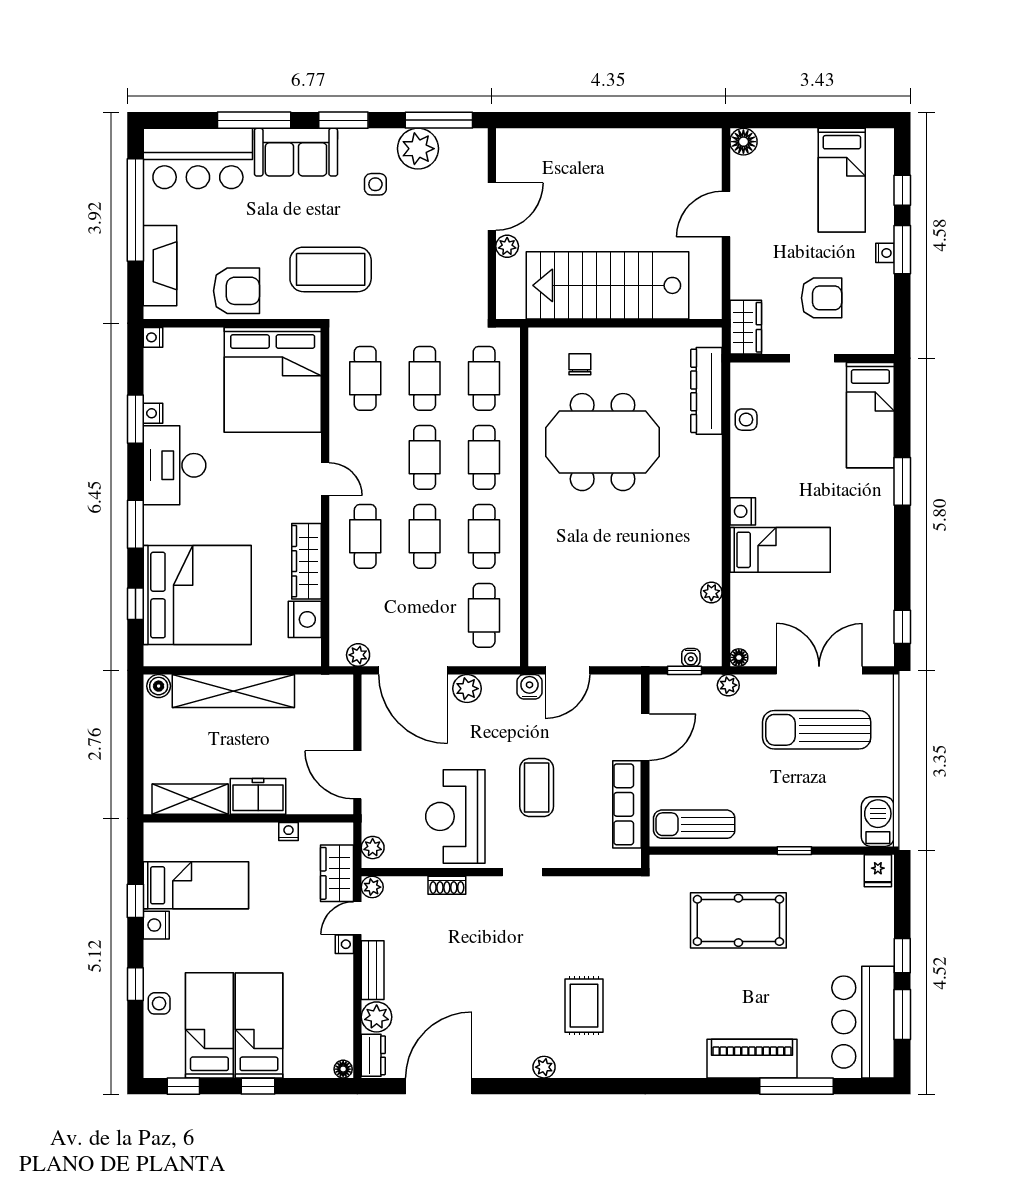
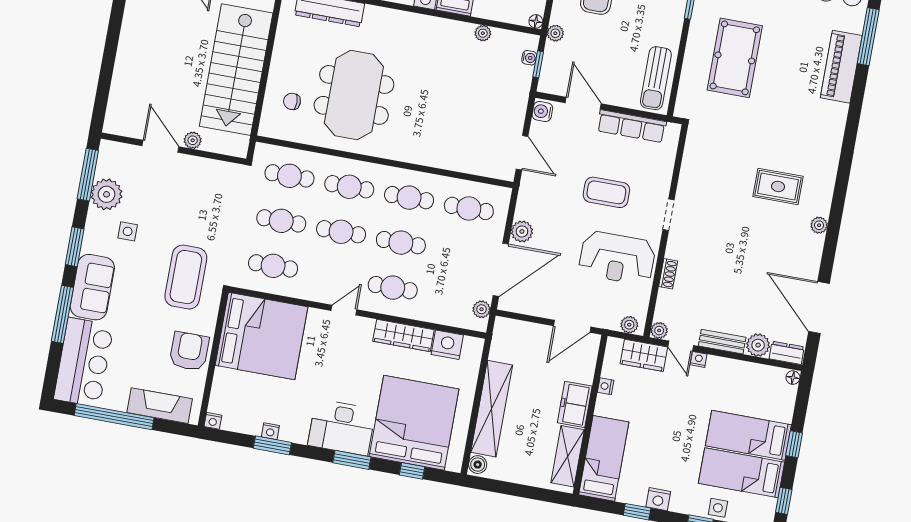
desk: (175, 465) -> (342, 427), moved
water cooler: (529, 687) -> (542, 111), moved
bed: (196, 885) -> (604, 458), moved

